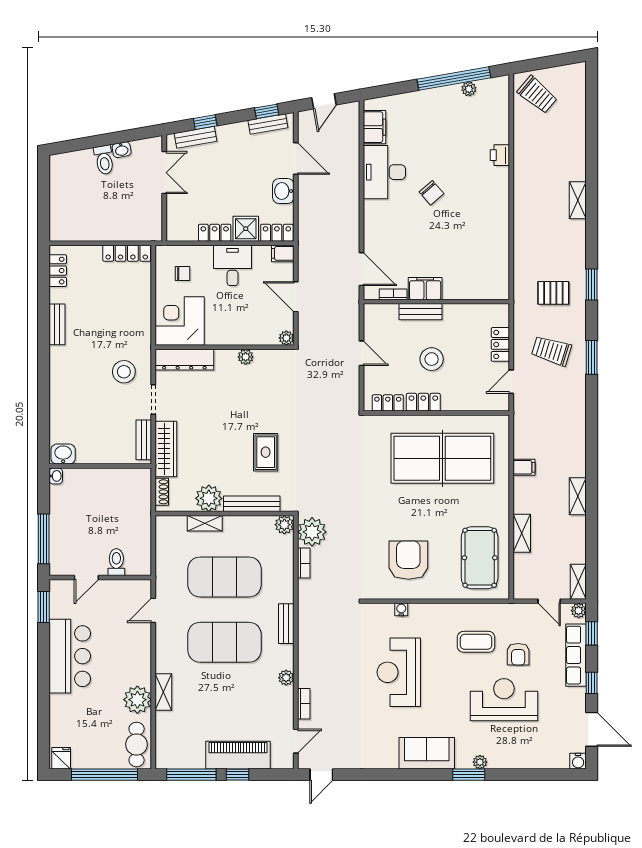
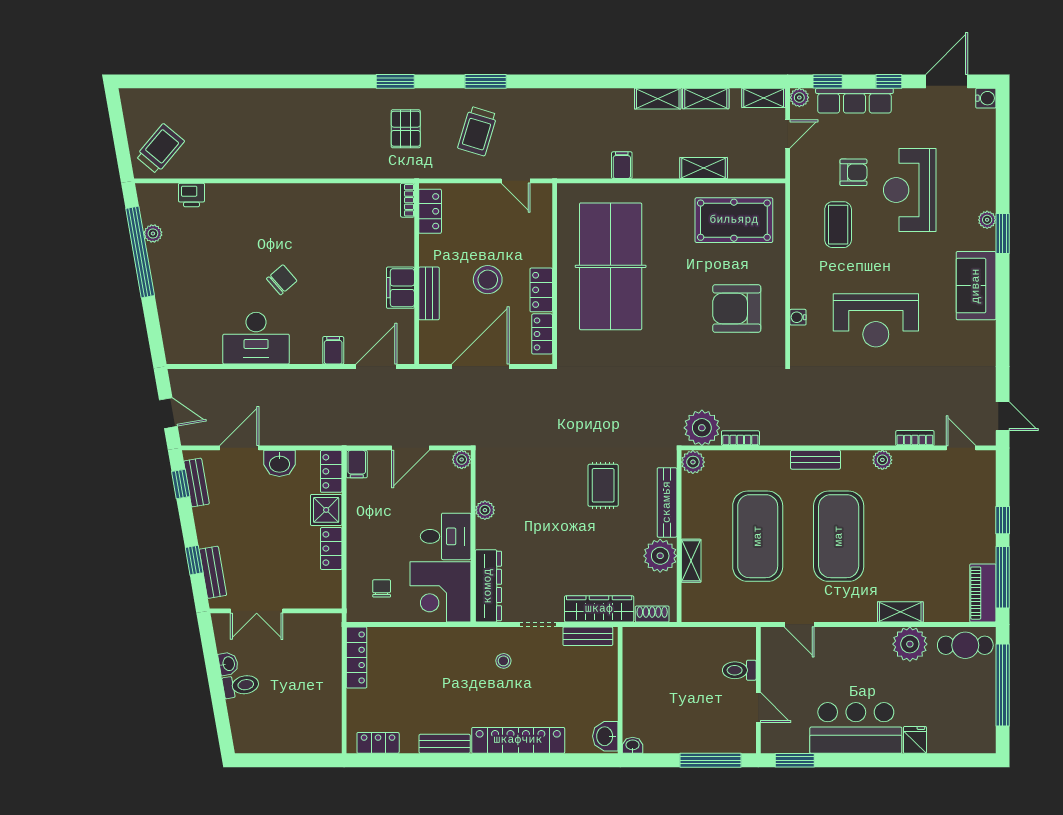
filing cabinet: (375, 127) -> (333, 350), moved, width x0.50
printer: (500, 155) -> (191, 195), moved
double door: (164, 173) -> (257, 611), swing flipped
shelving: (578, 200) -> (706, 99), moved
desk: (233, 265) -> (446, 536), moved, turned 180
bookcase: (393, 294) -> (407, 200), moved
locker: (500, 344) -> (430, 211), moved, turned -90
door: (362, 353) -> (480, 366), width x1.88
stool: (124, 372) -> (503, 661), width x0.53, depth x0.53
locker: (60, 384) -> (518, 740), added
rug: (266, 452) -> (603, 485), turned 90
piano: (238, 755) -> (983, 593), moved, width x0.73, depth x0.75
fridge: (61, 758) -> (915, 740), moved, turned 90

